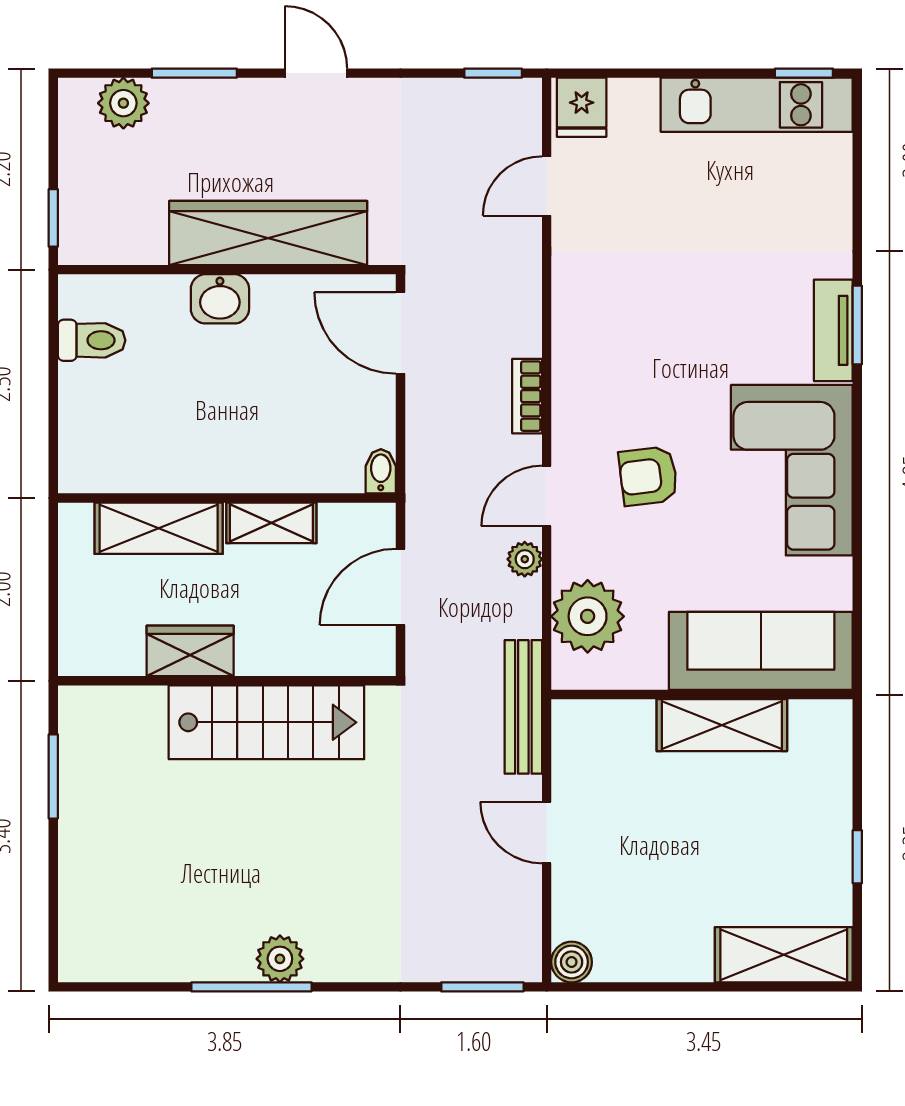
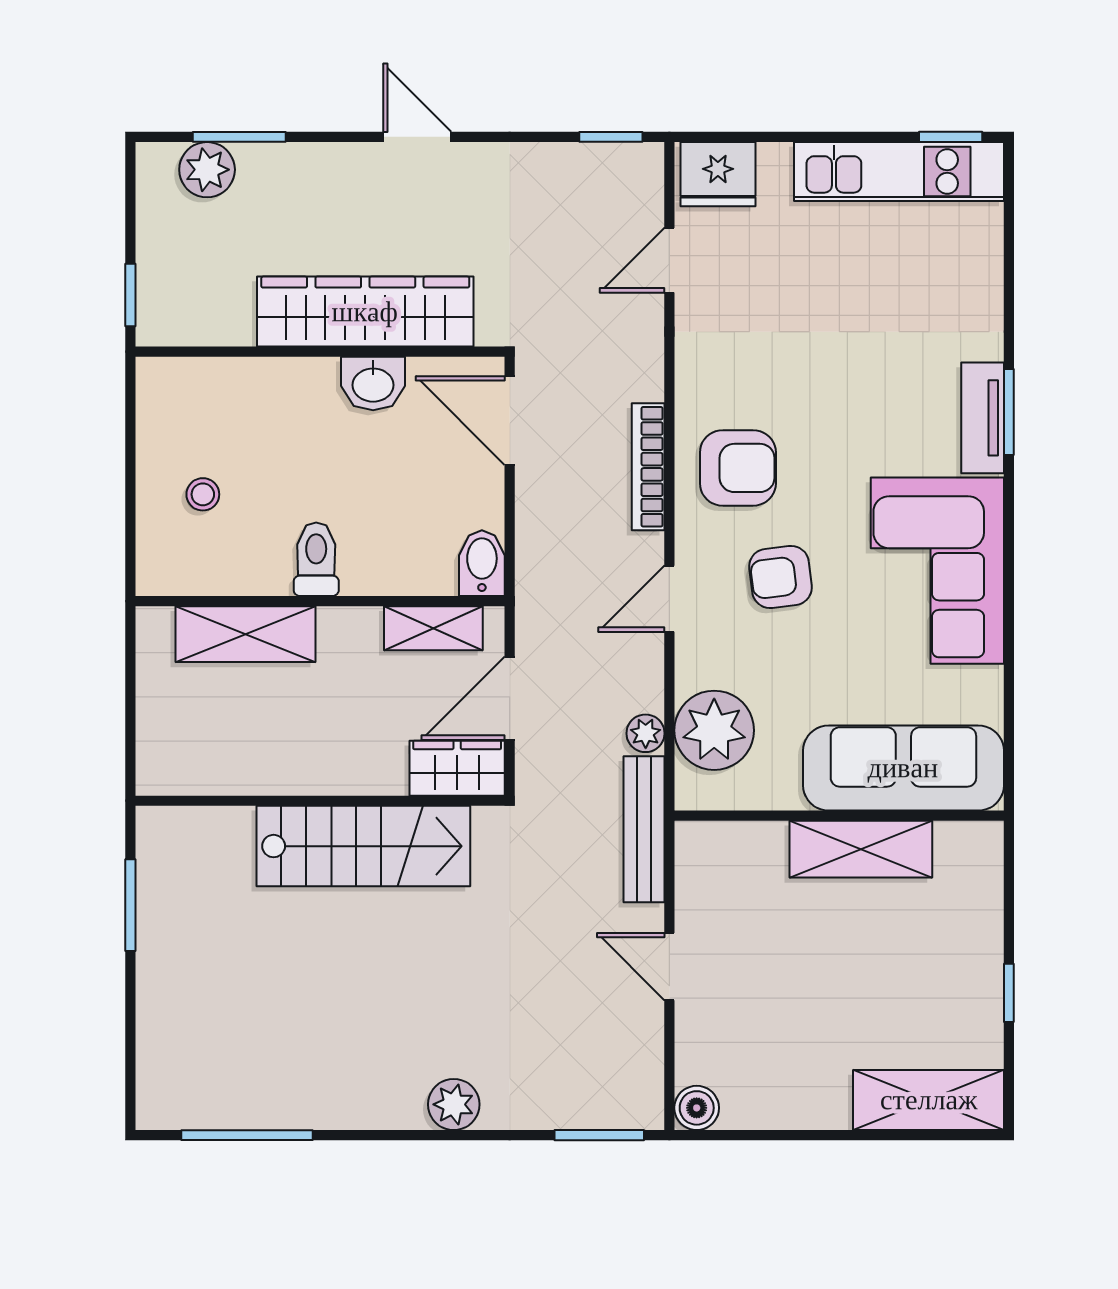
window: (194, 73) -> (239, 137), moved
fridge: (582, 107) -> (718, 174), width x1.38
washbasin: (220, 299) -> (373, 383), moved
toilet: (92, 340) -> (316, 559), moved, turned -90
armchair: (609, 376) -> (738, 468), added
bookcase: (527, 396) -> (648, 467), width x1.56
stool: (120, 400) -> (203, 494), added
bidet: (381, 471) -> (482, 563), width x1.38, depth x1.36
shelving: (271, 523) -> (433, 628), moved
plant: (525, 559) -> (646, 733), moved
wardrobe: (190, 651) -> (457, 768), moved
plant: (280, 959) -> (454, 1104), moved
window: (251, 987) -> (247, 1135), moved

